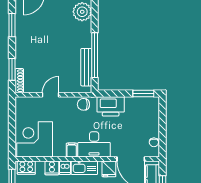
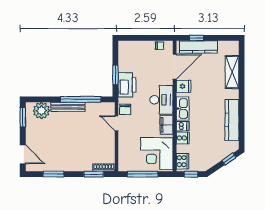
bench: (86, 67) -> (68, 107), moved
window: (143, 94) -> (115, 75), moved
door: (51, 95) -> (117, 123), moved
window: (12, 124) -> (143, 174), added
filing cabinet: (72, 150) -> (167, 125), width x2.00

